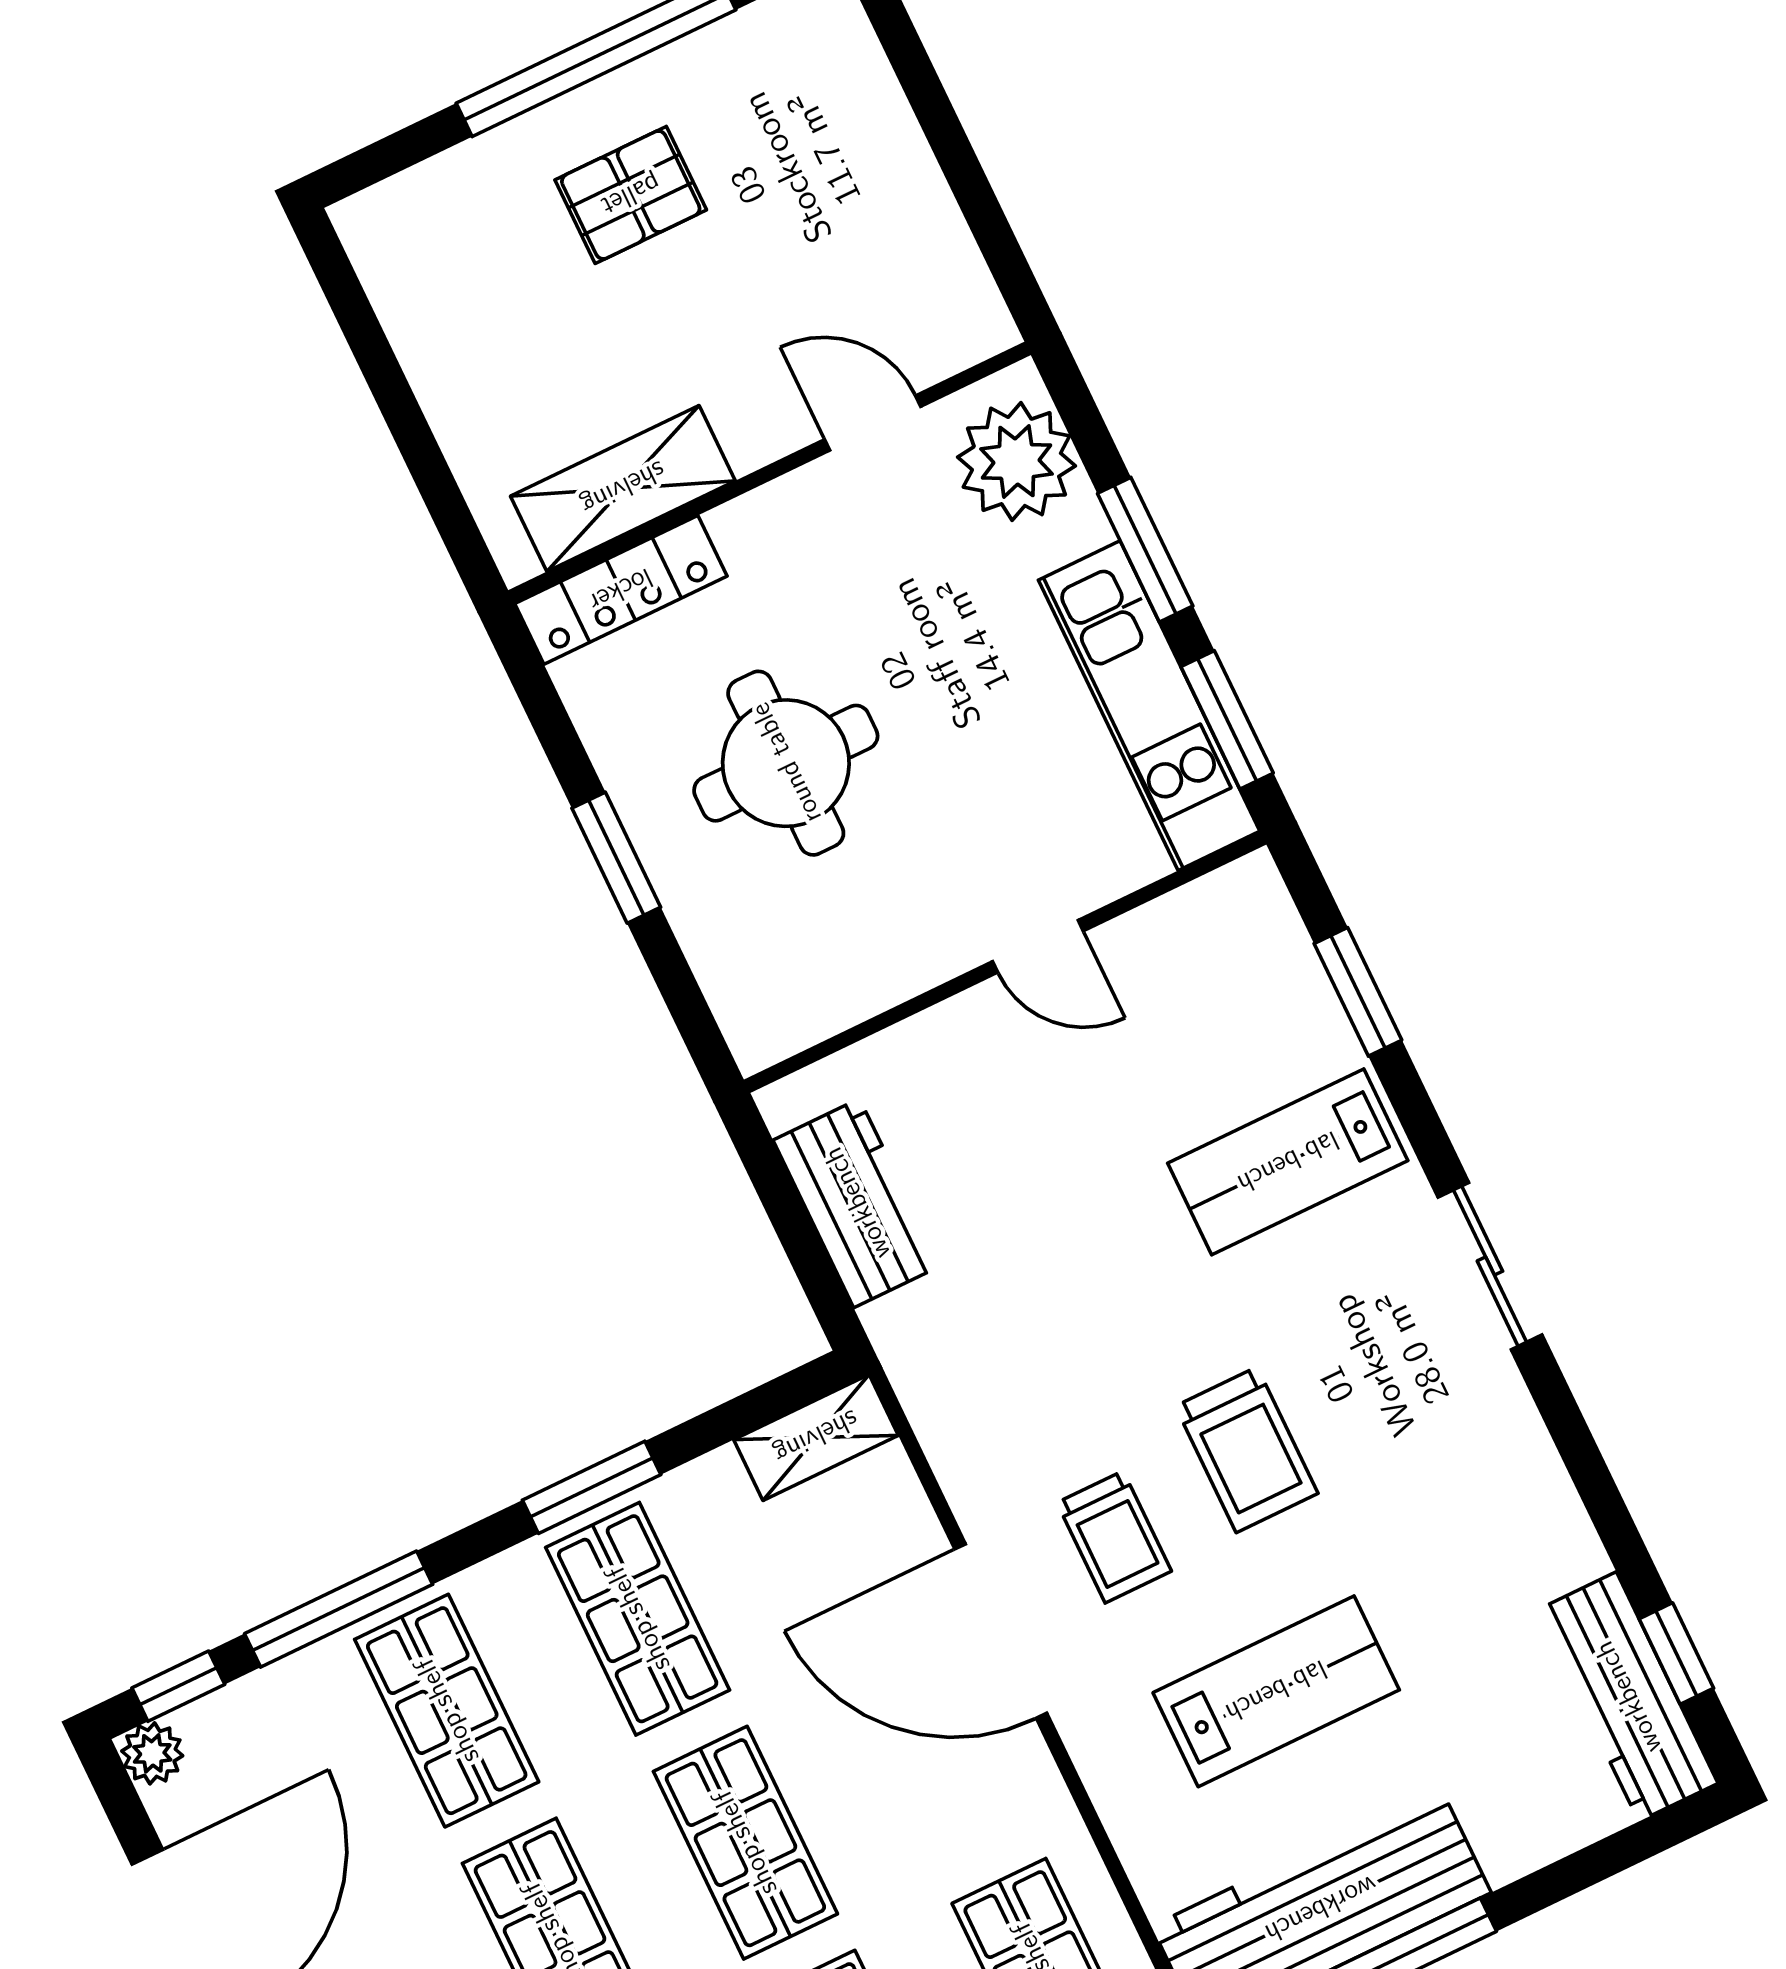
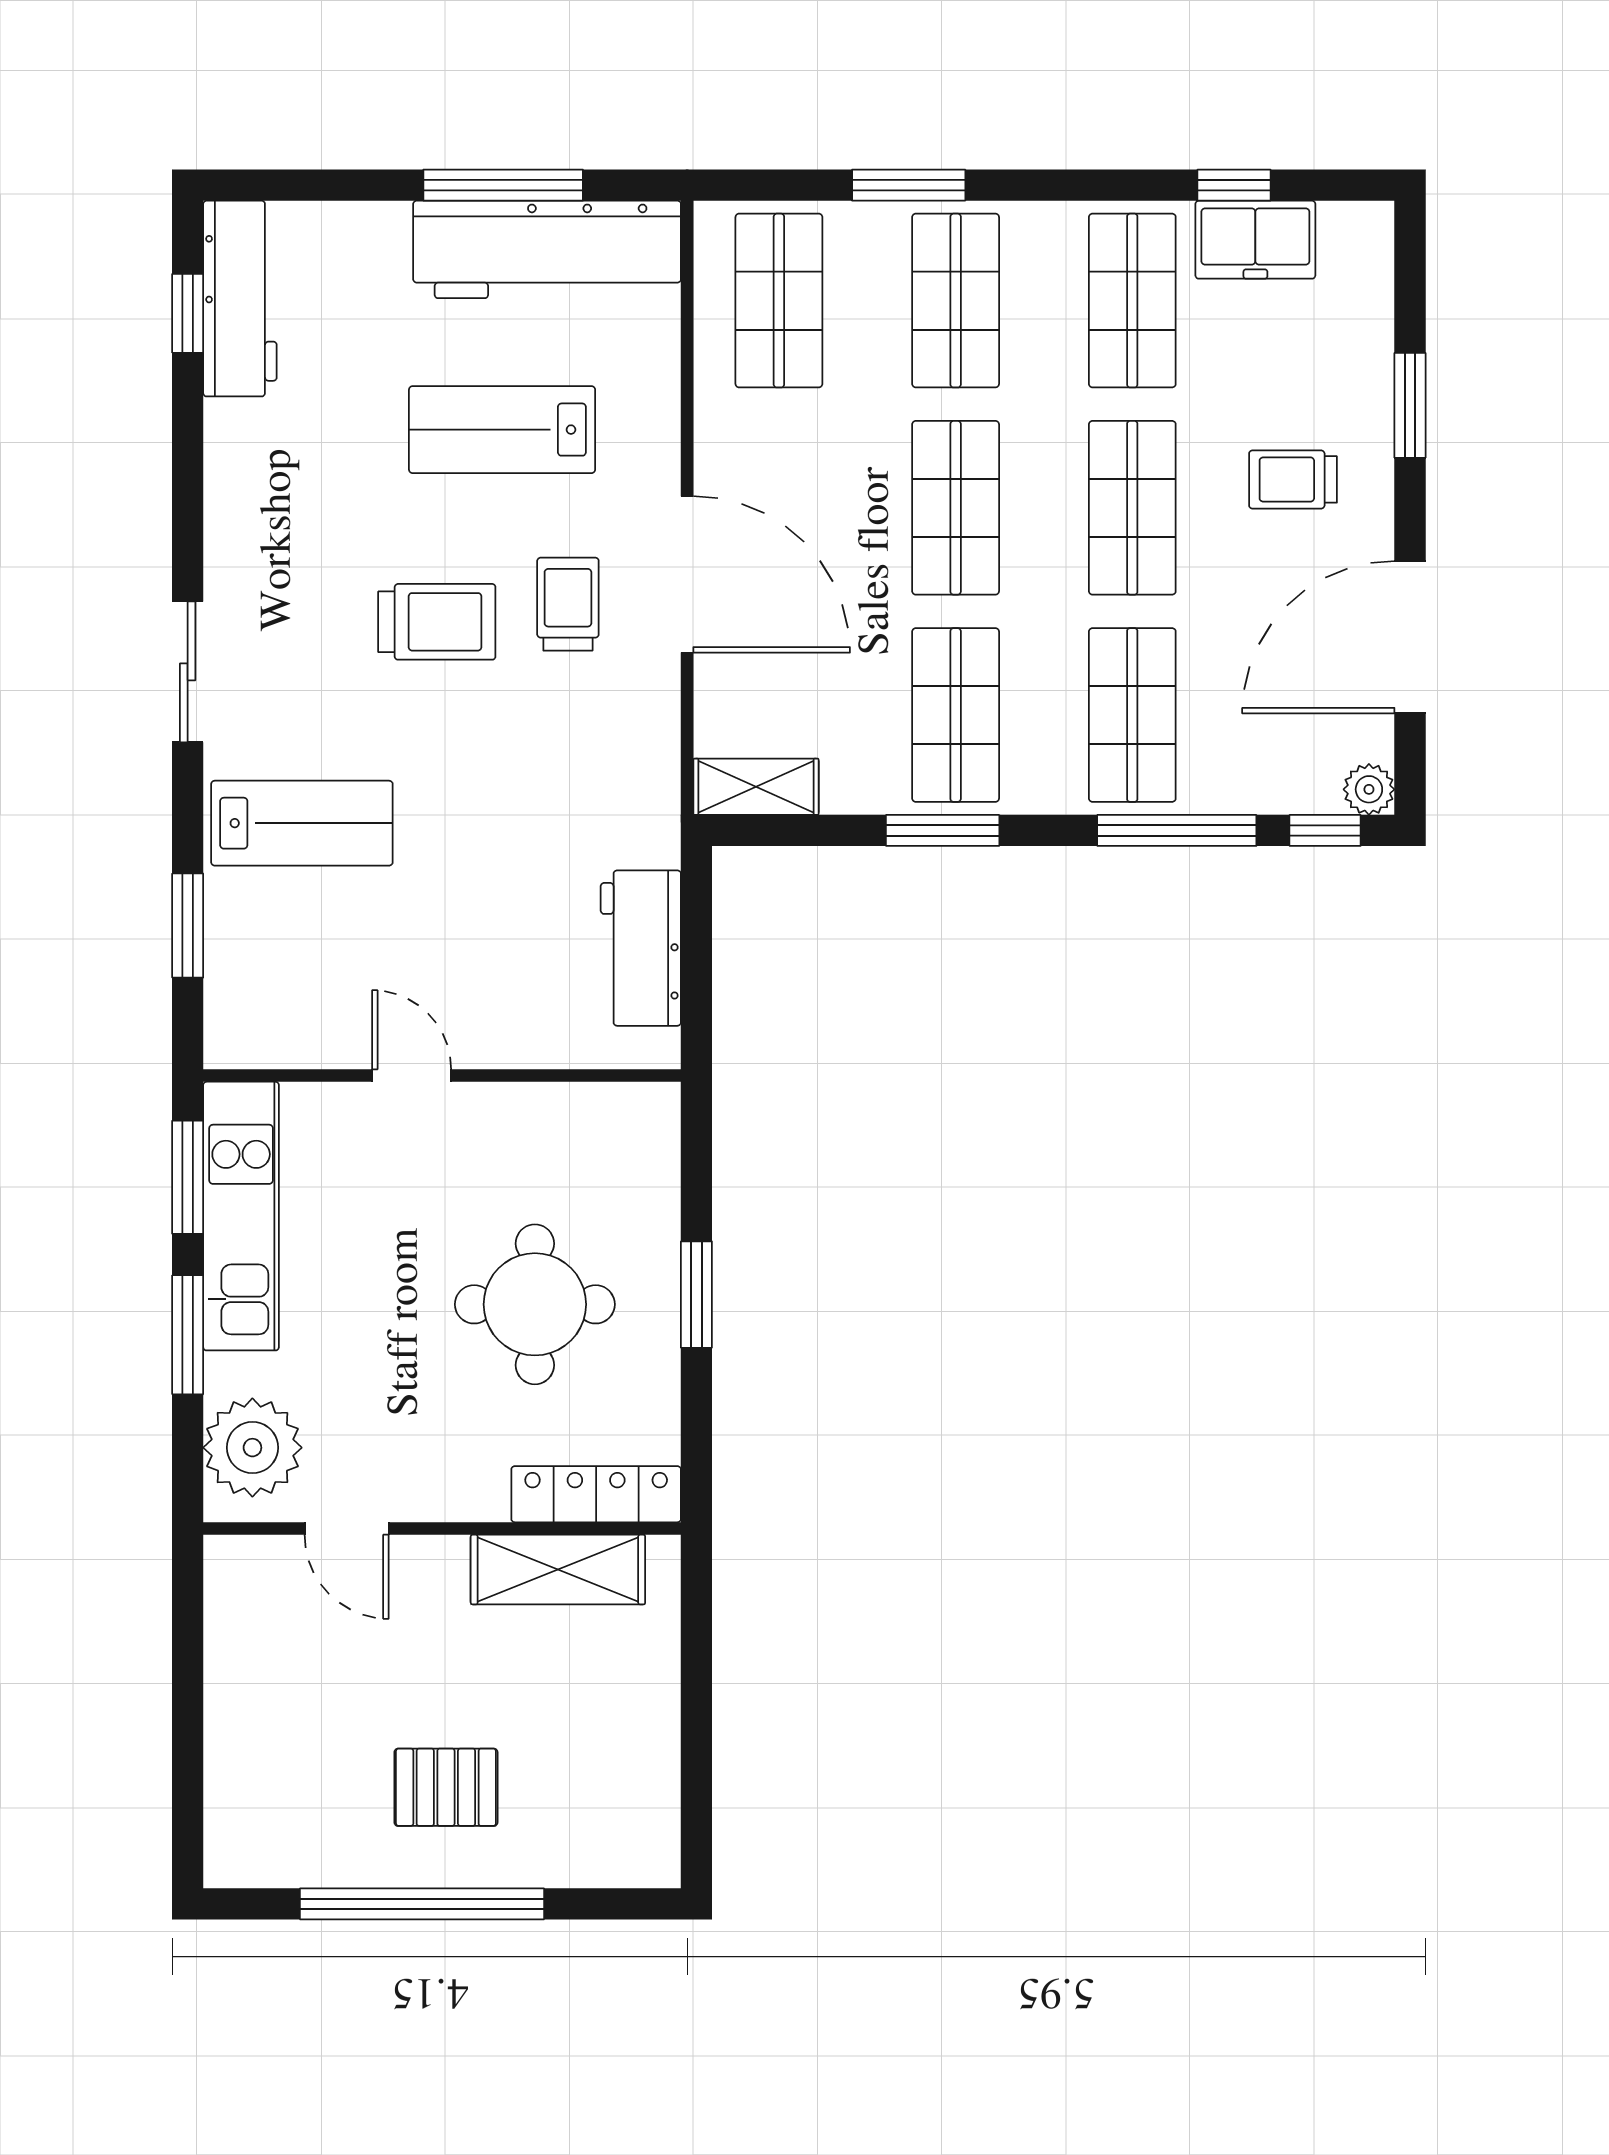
trolley: (1247, 1450) -> (437, 622), turned 90

